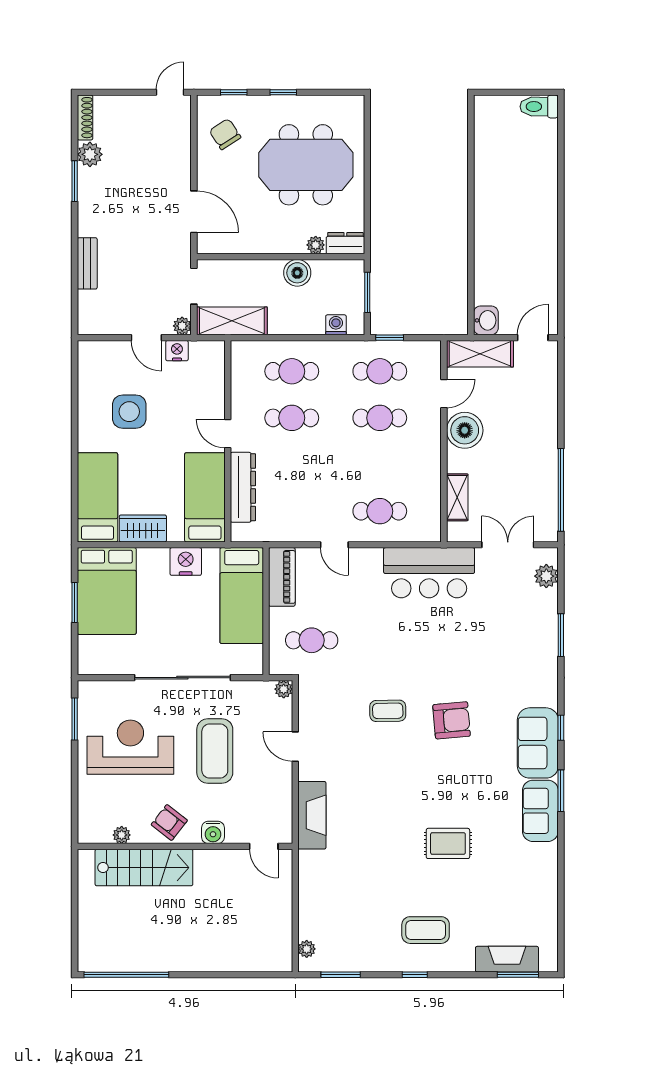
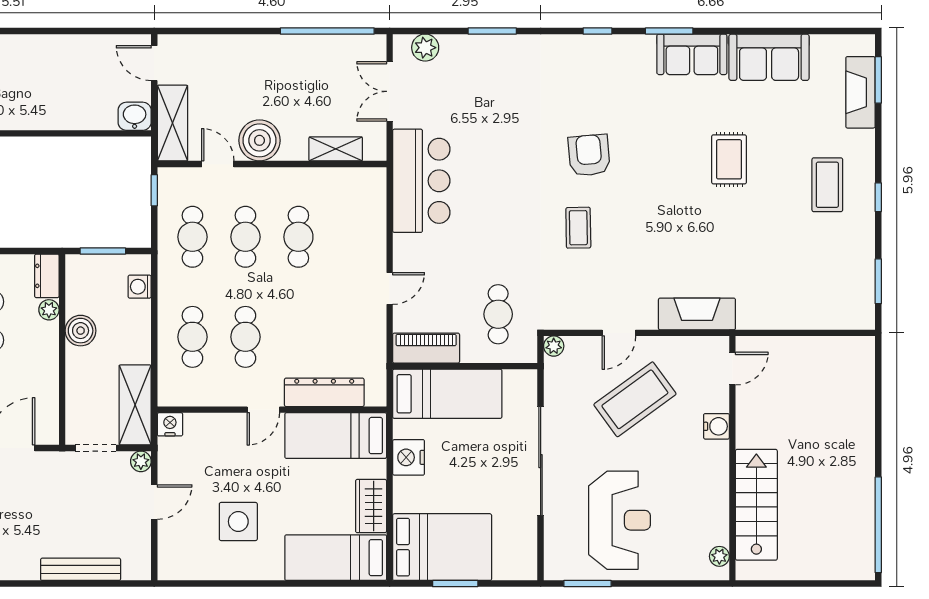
bench: (87, 263) -> (81, 569), width x1.36
window: (390, 338) -> (154, 190), moved
nightstand: (177, 351) -> (170, 424), moved, turned 90
cafe table: (380, 511) -> (298, 237), moved
sofa: (538, 743) -> (769, 57), moved
reception desk: (130, 747) -> (620, 520), turned 180
coffee table: (215, 751) -> (635, 399), moved, turned -36
armchair: (169, 822) -> (705, 476), removed
plant: (122, 835) -> (719, 556), moved
plant: (307, 949) -> (849, 320), removed

